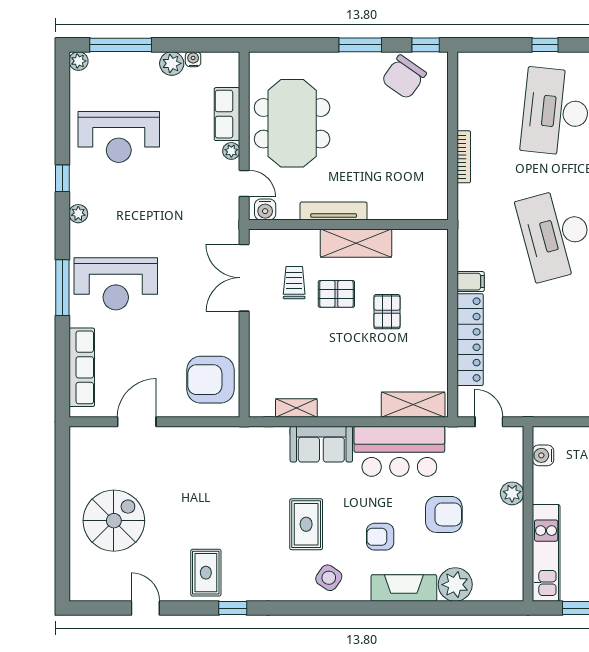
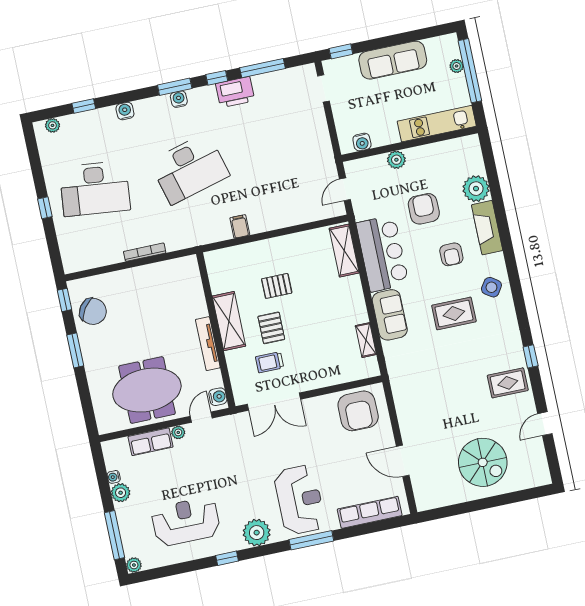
reception desk: (119, 137) -> (186, 522), turned -90
plant: (78, 214) -> (257, 533), width x1.88, depth x1.88
locker: (470, 340) -> (285, 217), removed
spiral stairs: (114, 521) -> (483, 462), turned 180

